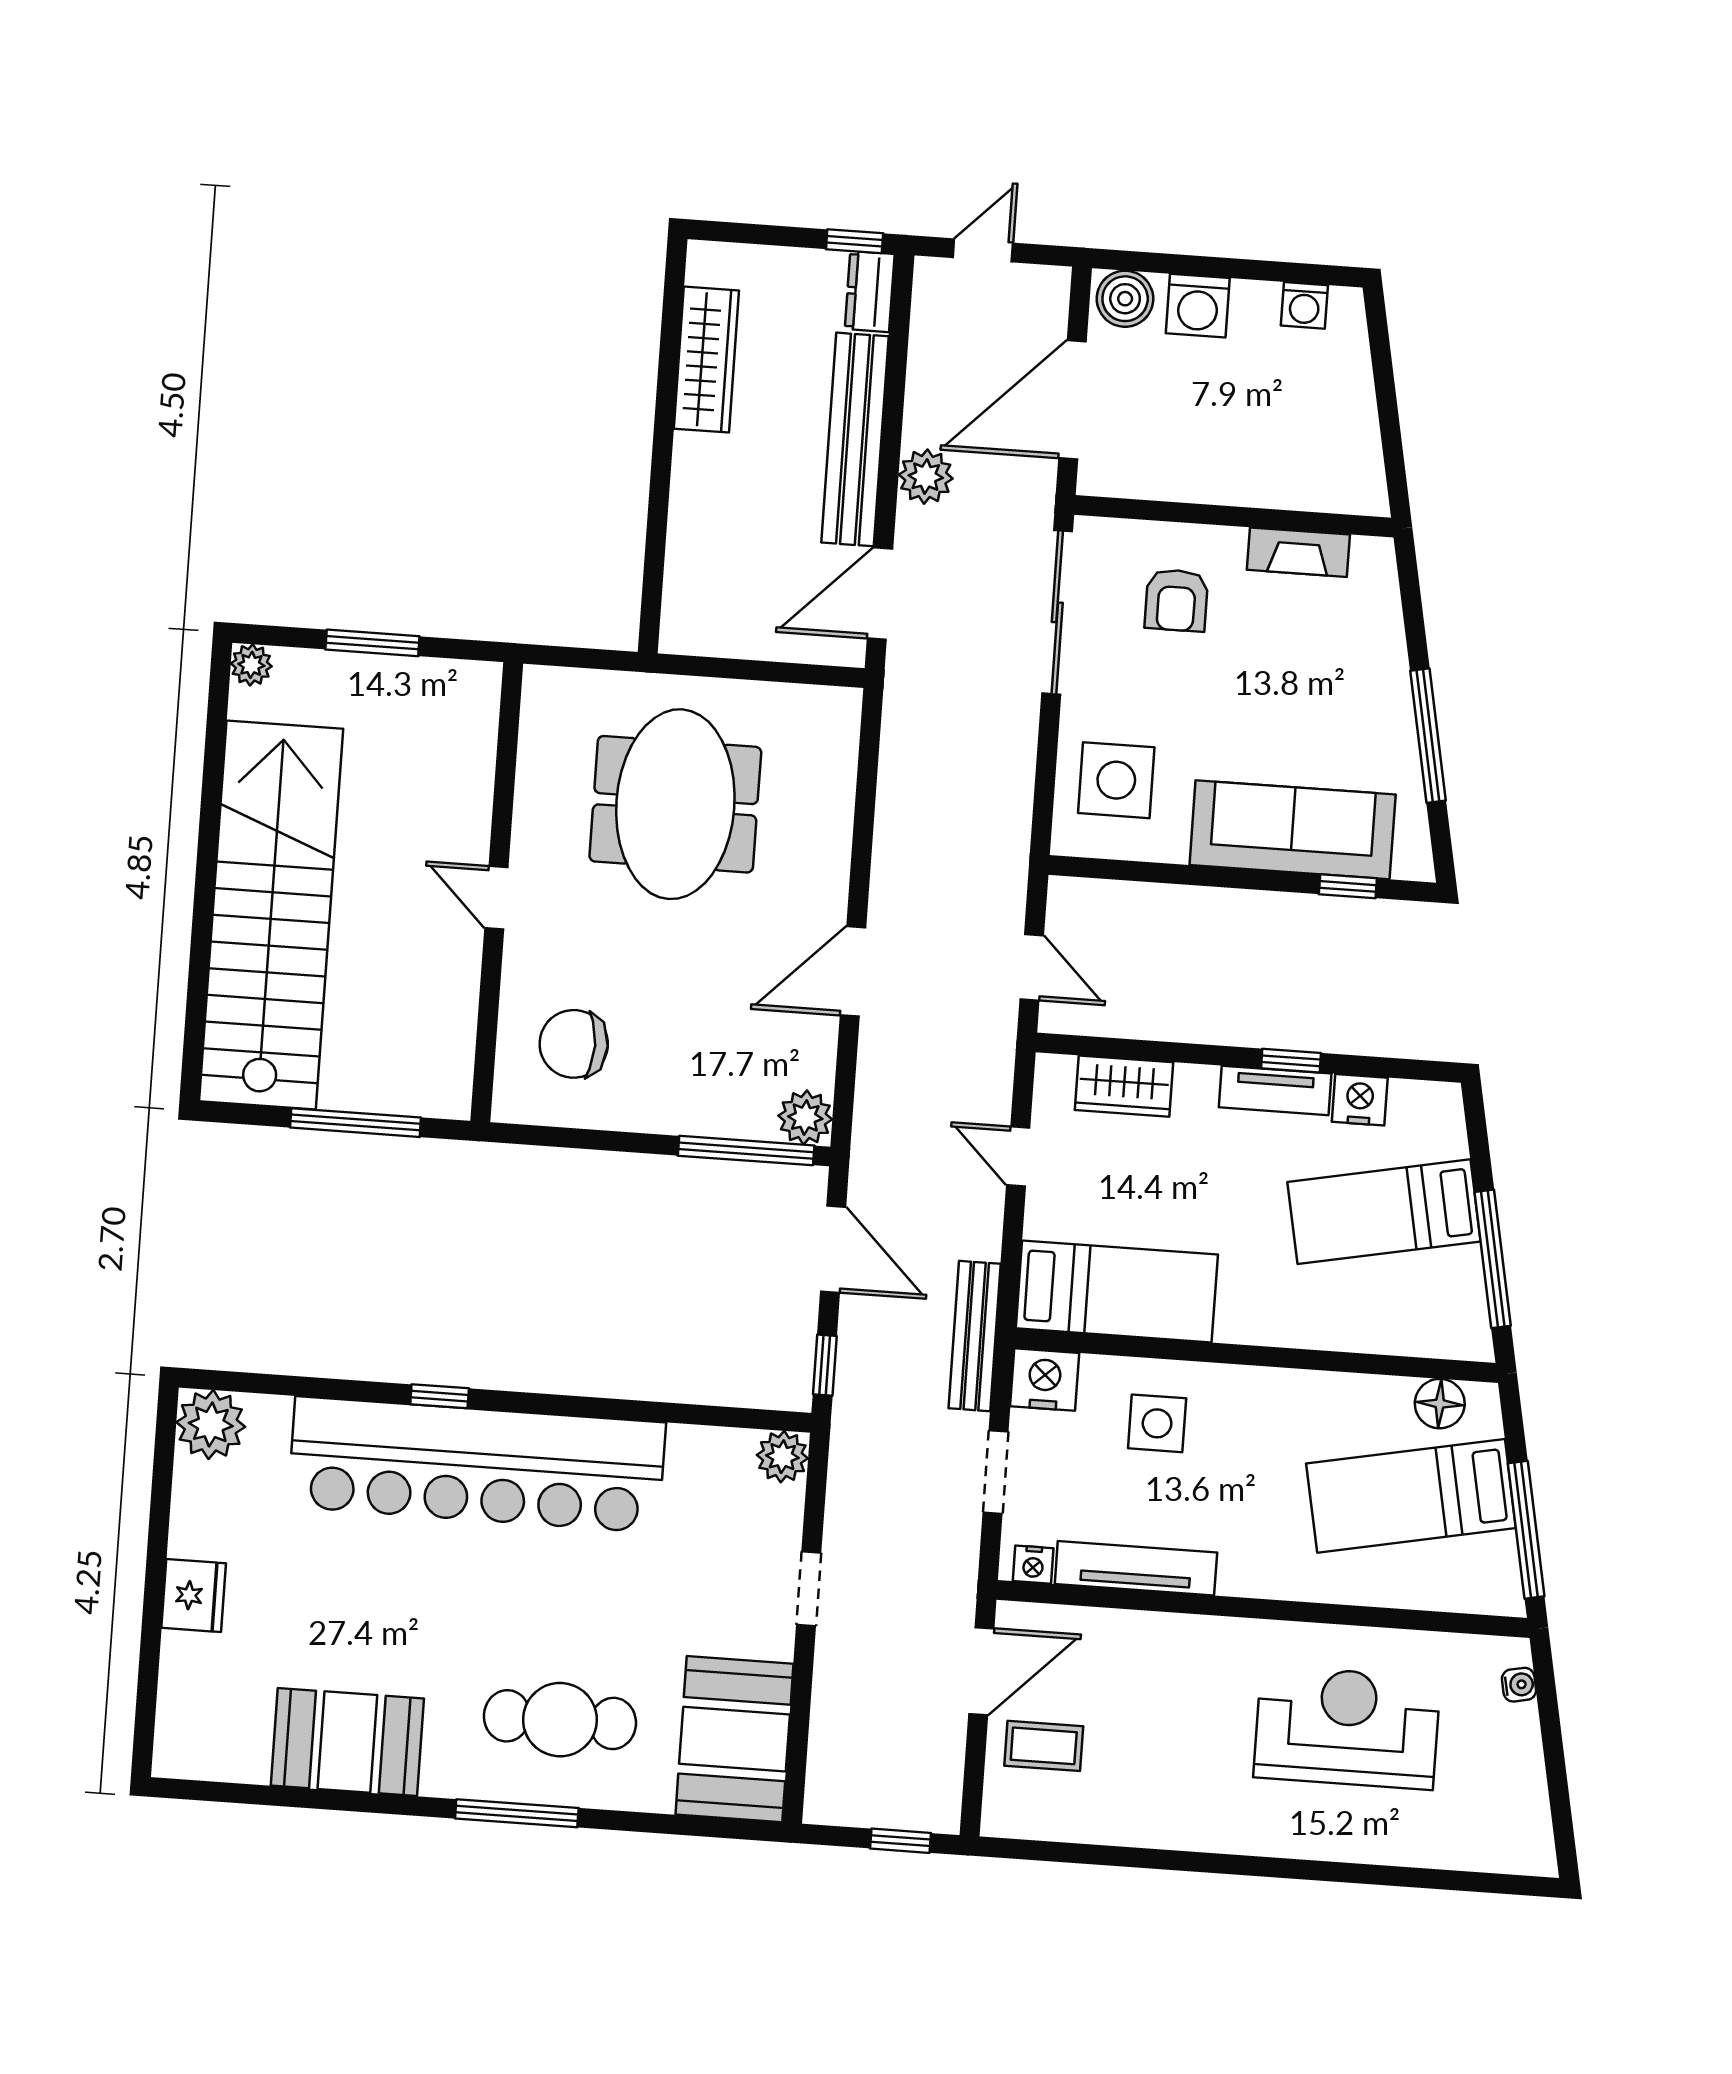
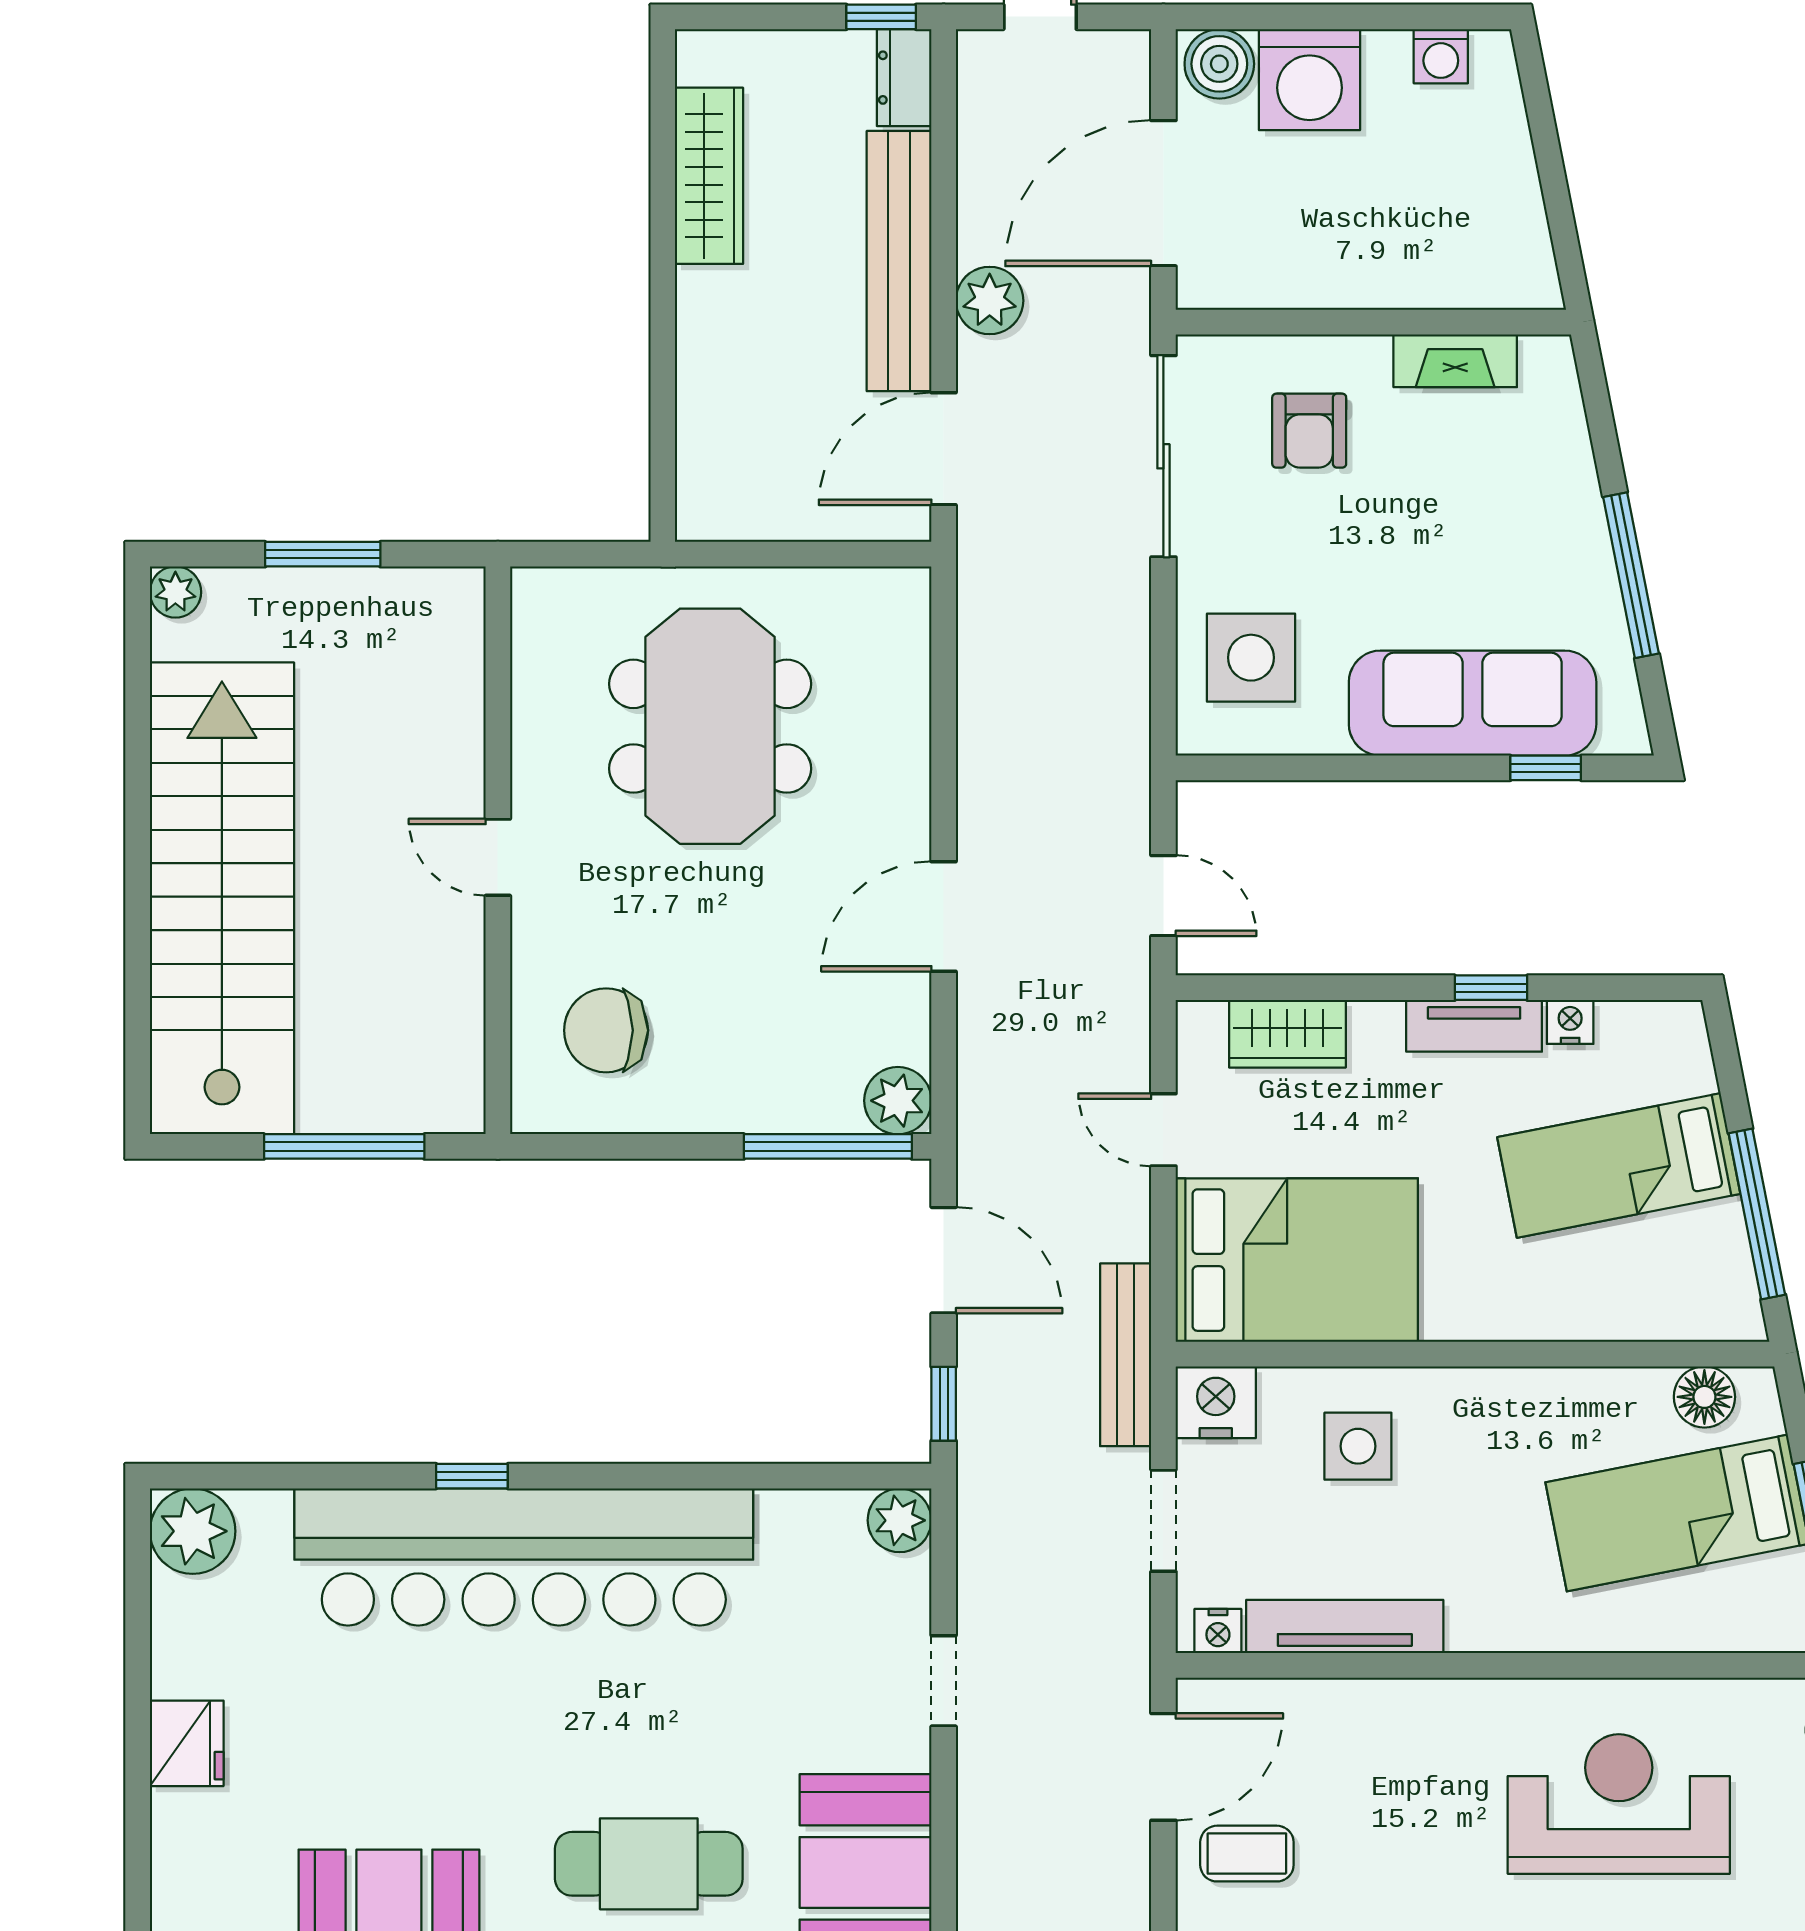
washing machine: (1198, 306) -> (1310, 80), width x1.37, depth x1.37
nightstand: (1360, 1100) -> (1570, 1022), width x0.72, depth x0.74
bed: (1117, 1291) -> (1297, 1260), width x1.50

